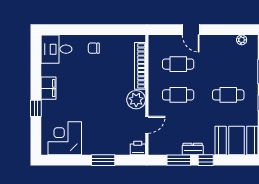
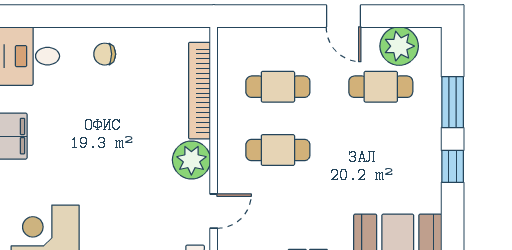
door: (191, 30) -> (344, 16), moved
plant: (242, 40) -> (399, 46), width x1.87, depth x1.87
cafe table: (228, 95) -> (381, 87), moved

